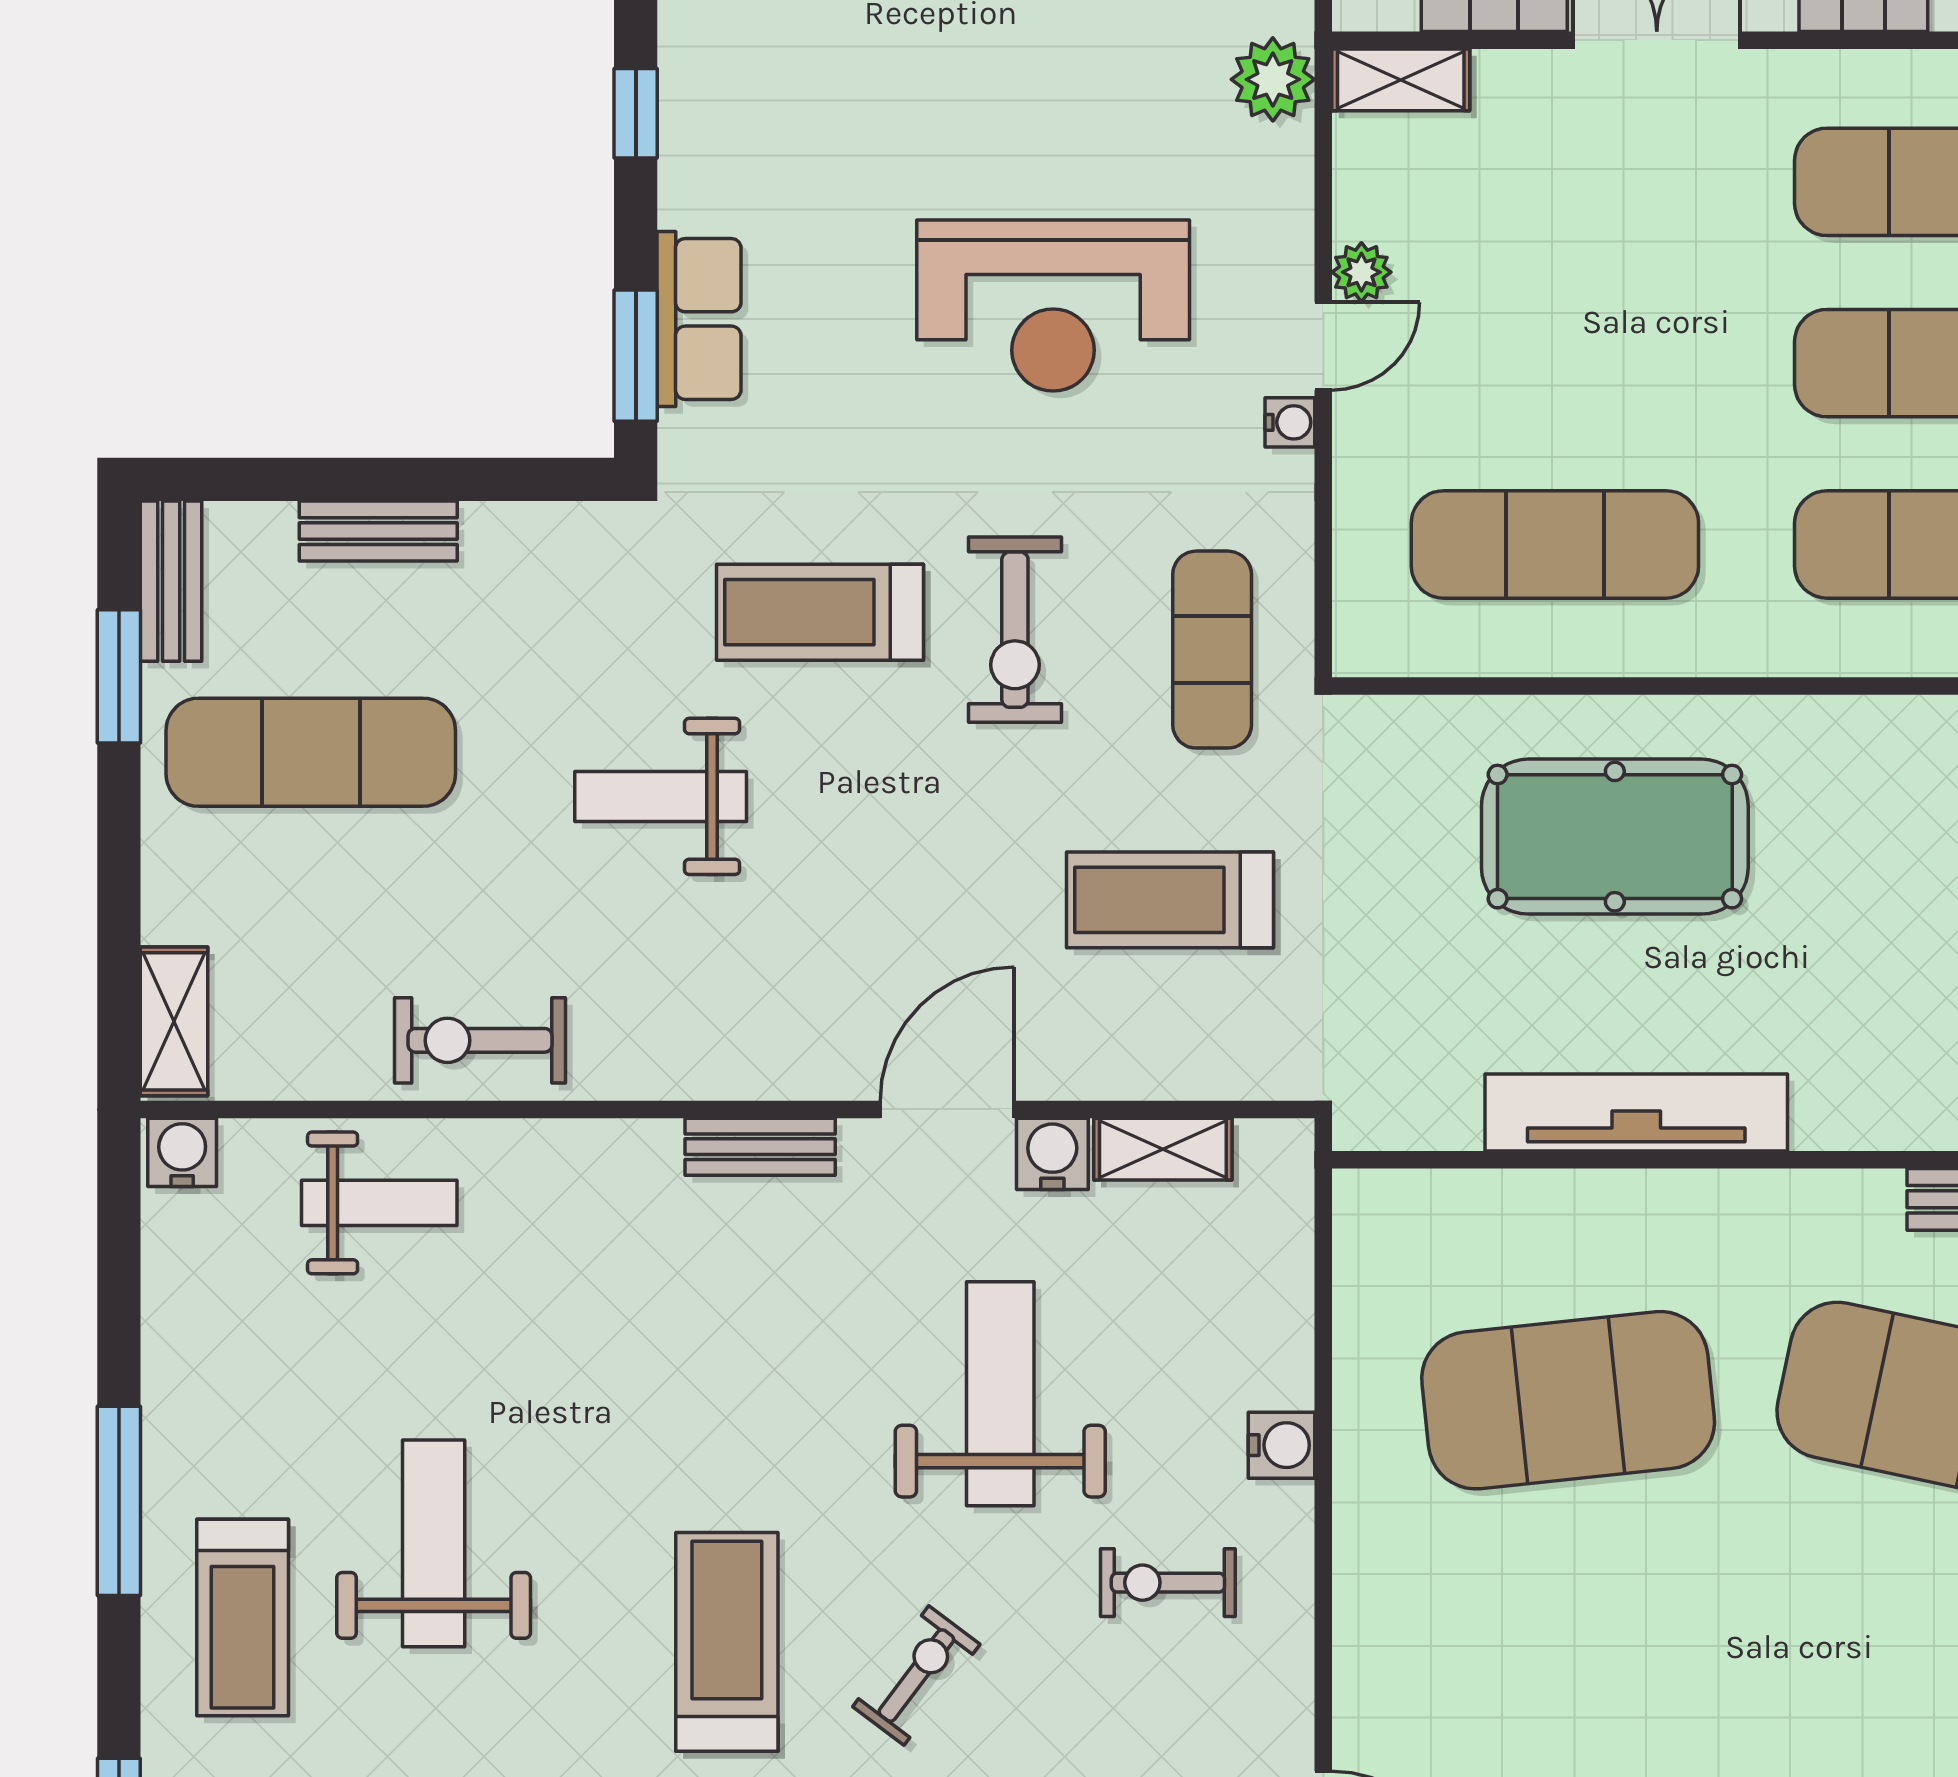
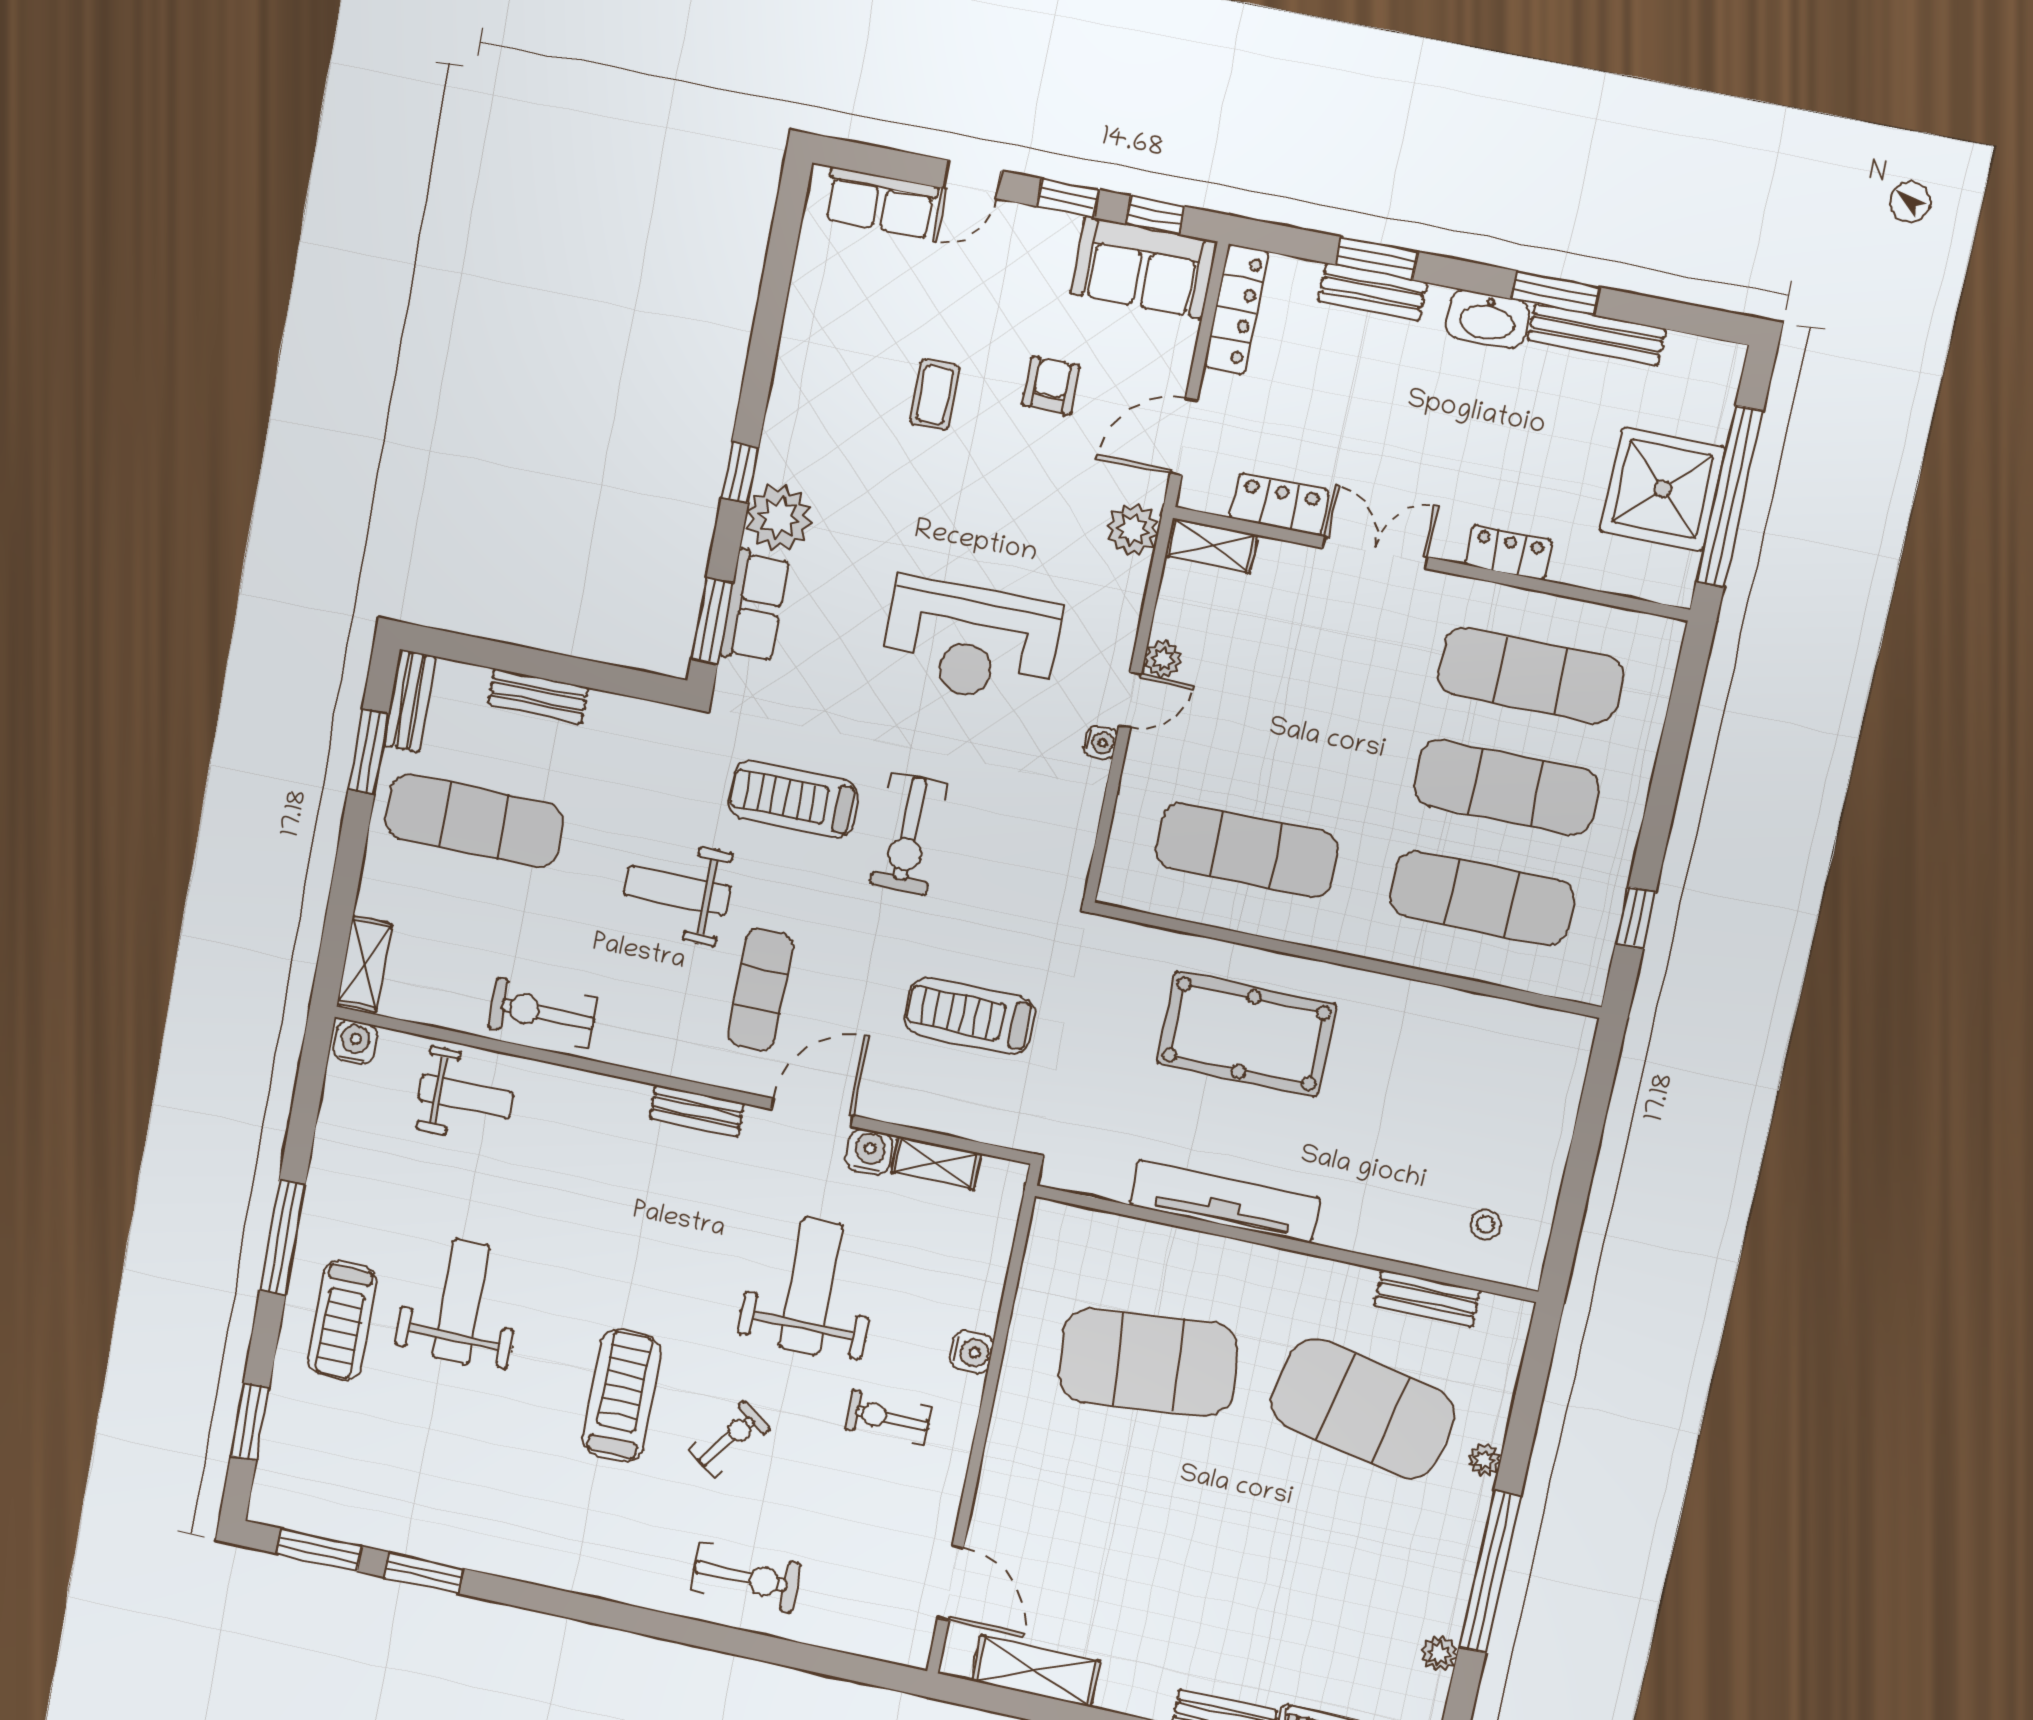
plant: (711, 172) -> (779, 518), added
exercise mat: (1212, 650) -> (761, 989), moved

